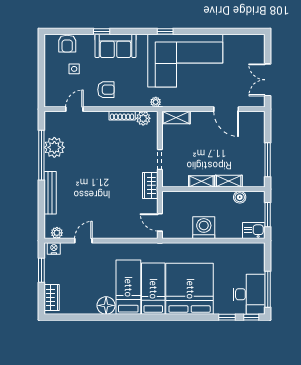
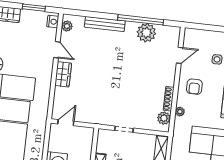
plant: (156, 102) -> (180, 112), moved
door: (74, 109) -> (180, 55), hinge flipped
wardrobe: (150, 185) -> (63, 74), moved, turned 90

